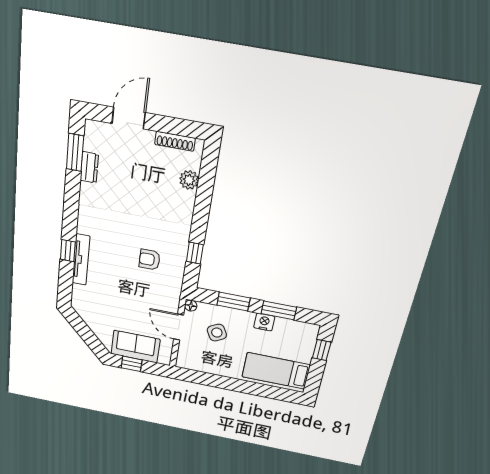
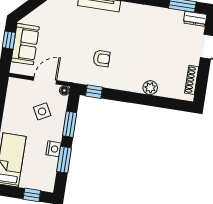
dresser: (89, 167) -> (195, 19), moved
plant: (189, 180) -> (150, 88), moved
window: (195, 253) -> (94, 92), moved
armchair: (150, 260) -> (102, 58), turned 90

